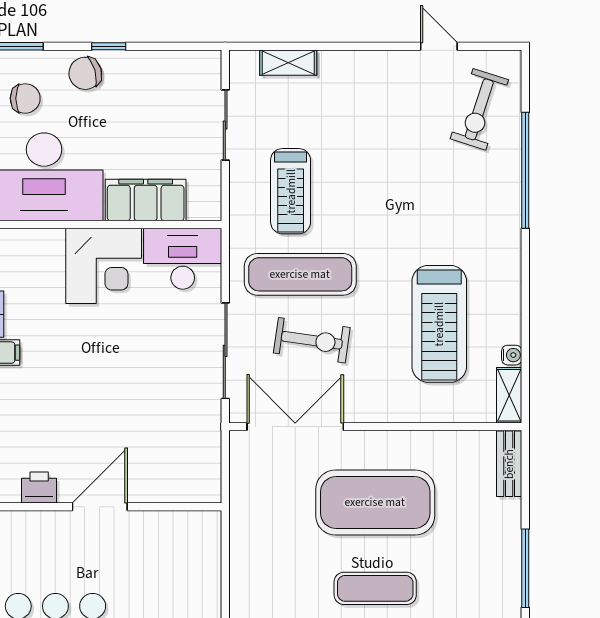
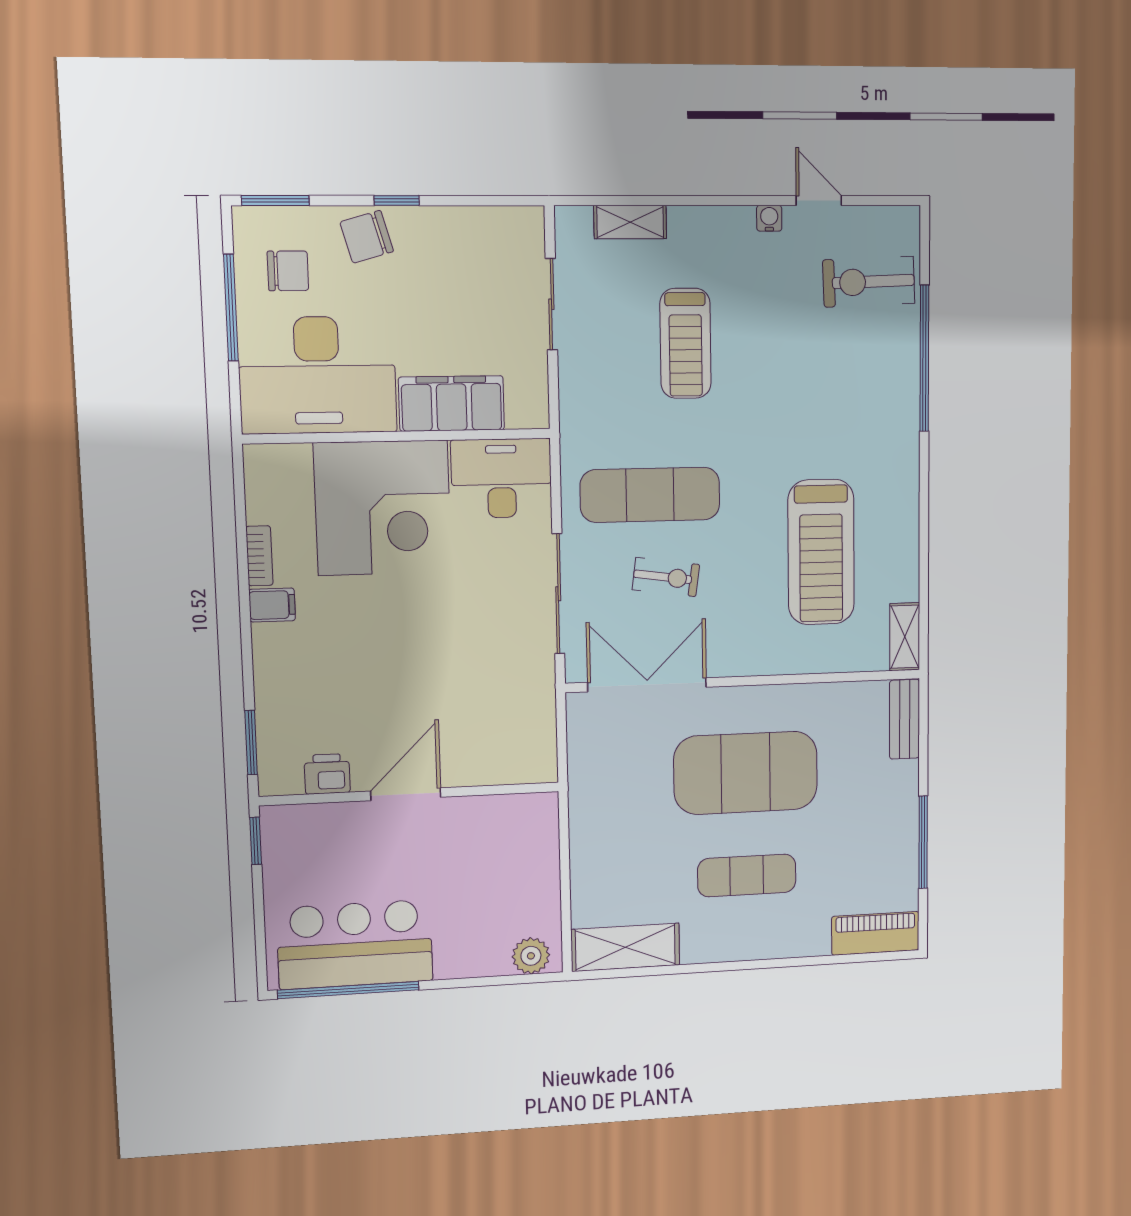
exercise bike: (479, 109) -> (869, 282), turned 70
treadmill: (291, 191) -> (686, 343), moved
corner desk: (104, 266) -> (383, 508), width x1.36, depth x1.36
exercise bike: (312, 340) -> (666, 577), width x0.73, depth x0.72
water cooler: (512, 355) -> (769, 218), moved, turned -90

